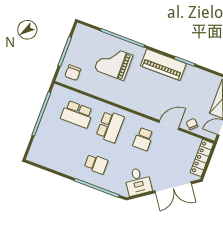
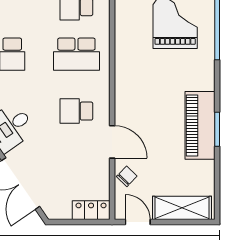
piano: (163, 65) -> (200, 125), moved
locker: (202, 158) -> (91, 210), width x0.66

